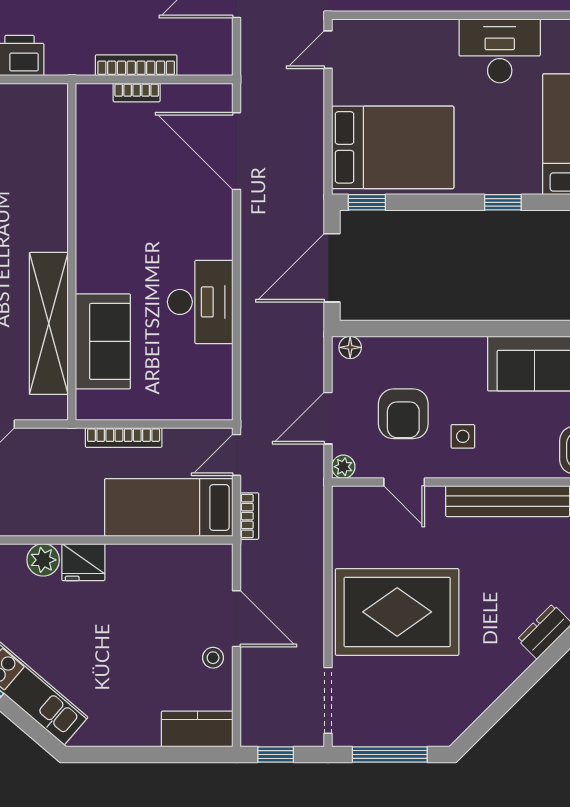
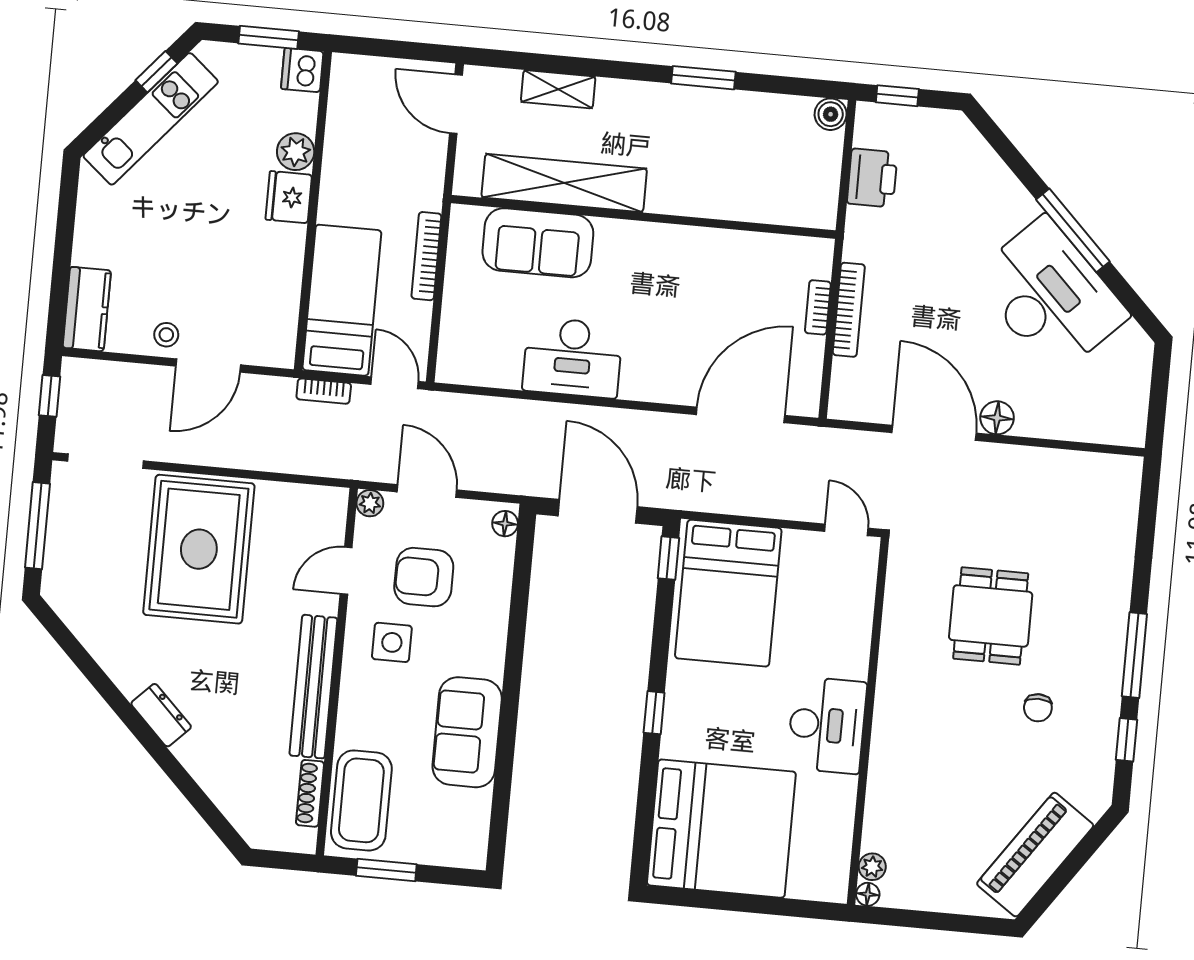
side table: (463, 436) -> (392, 642), width x1.37, depth x1.37

